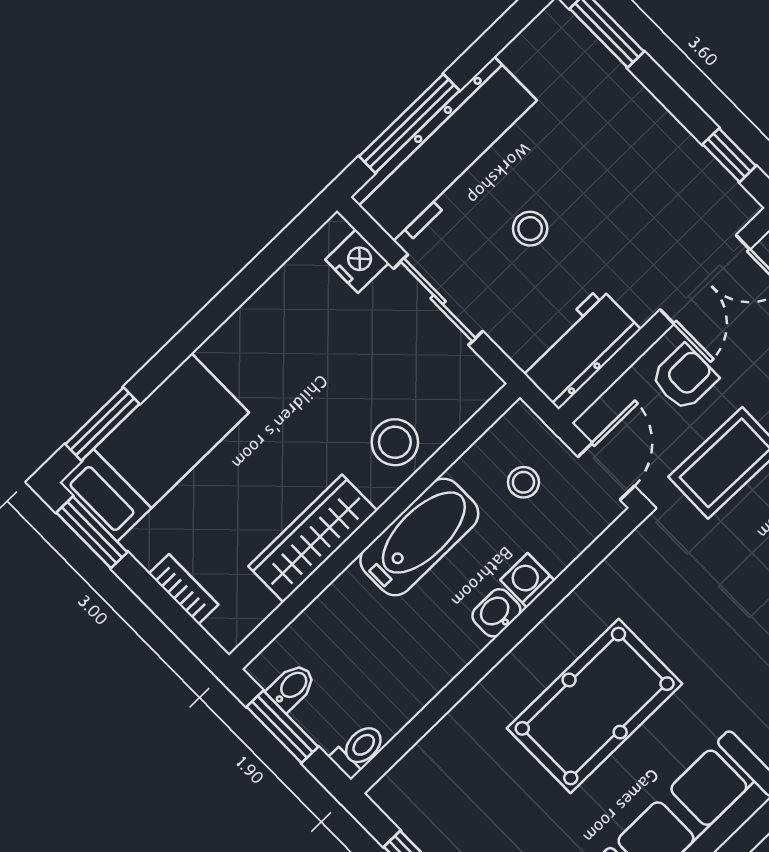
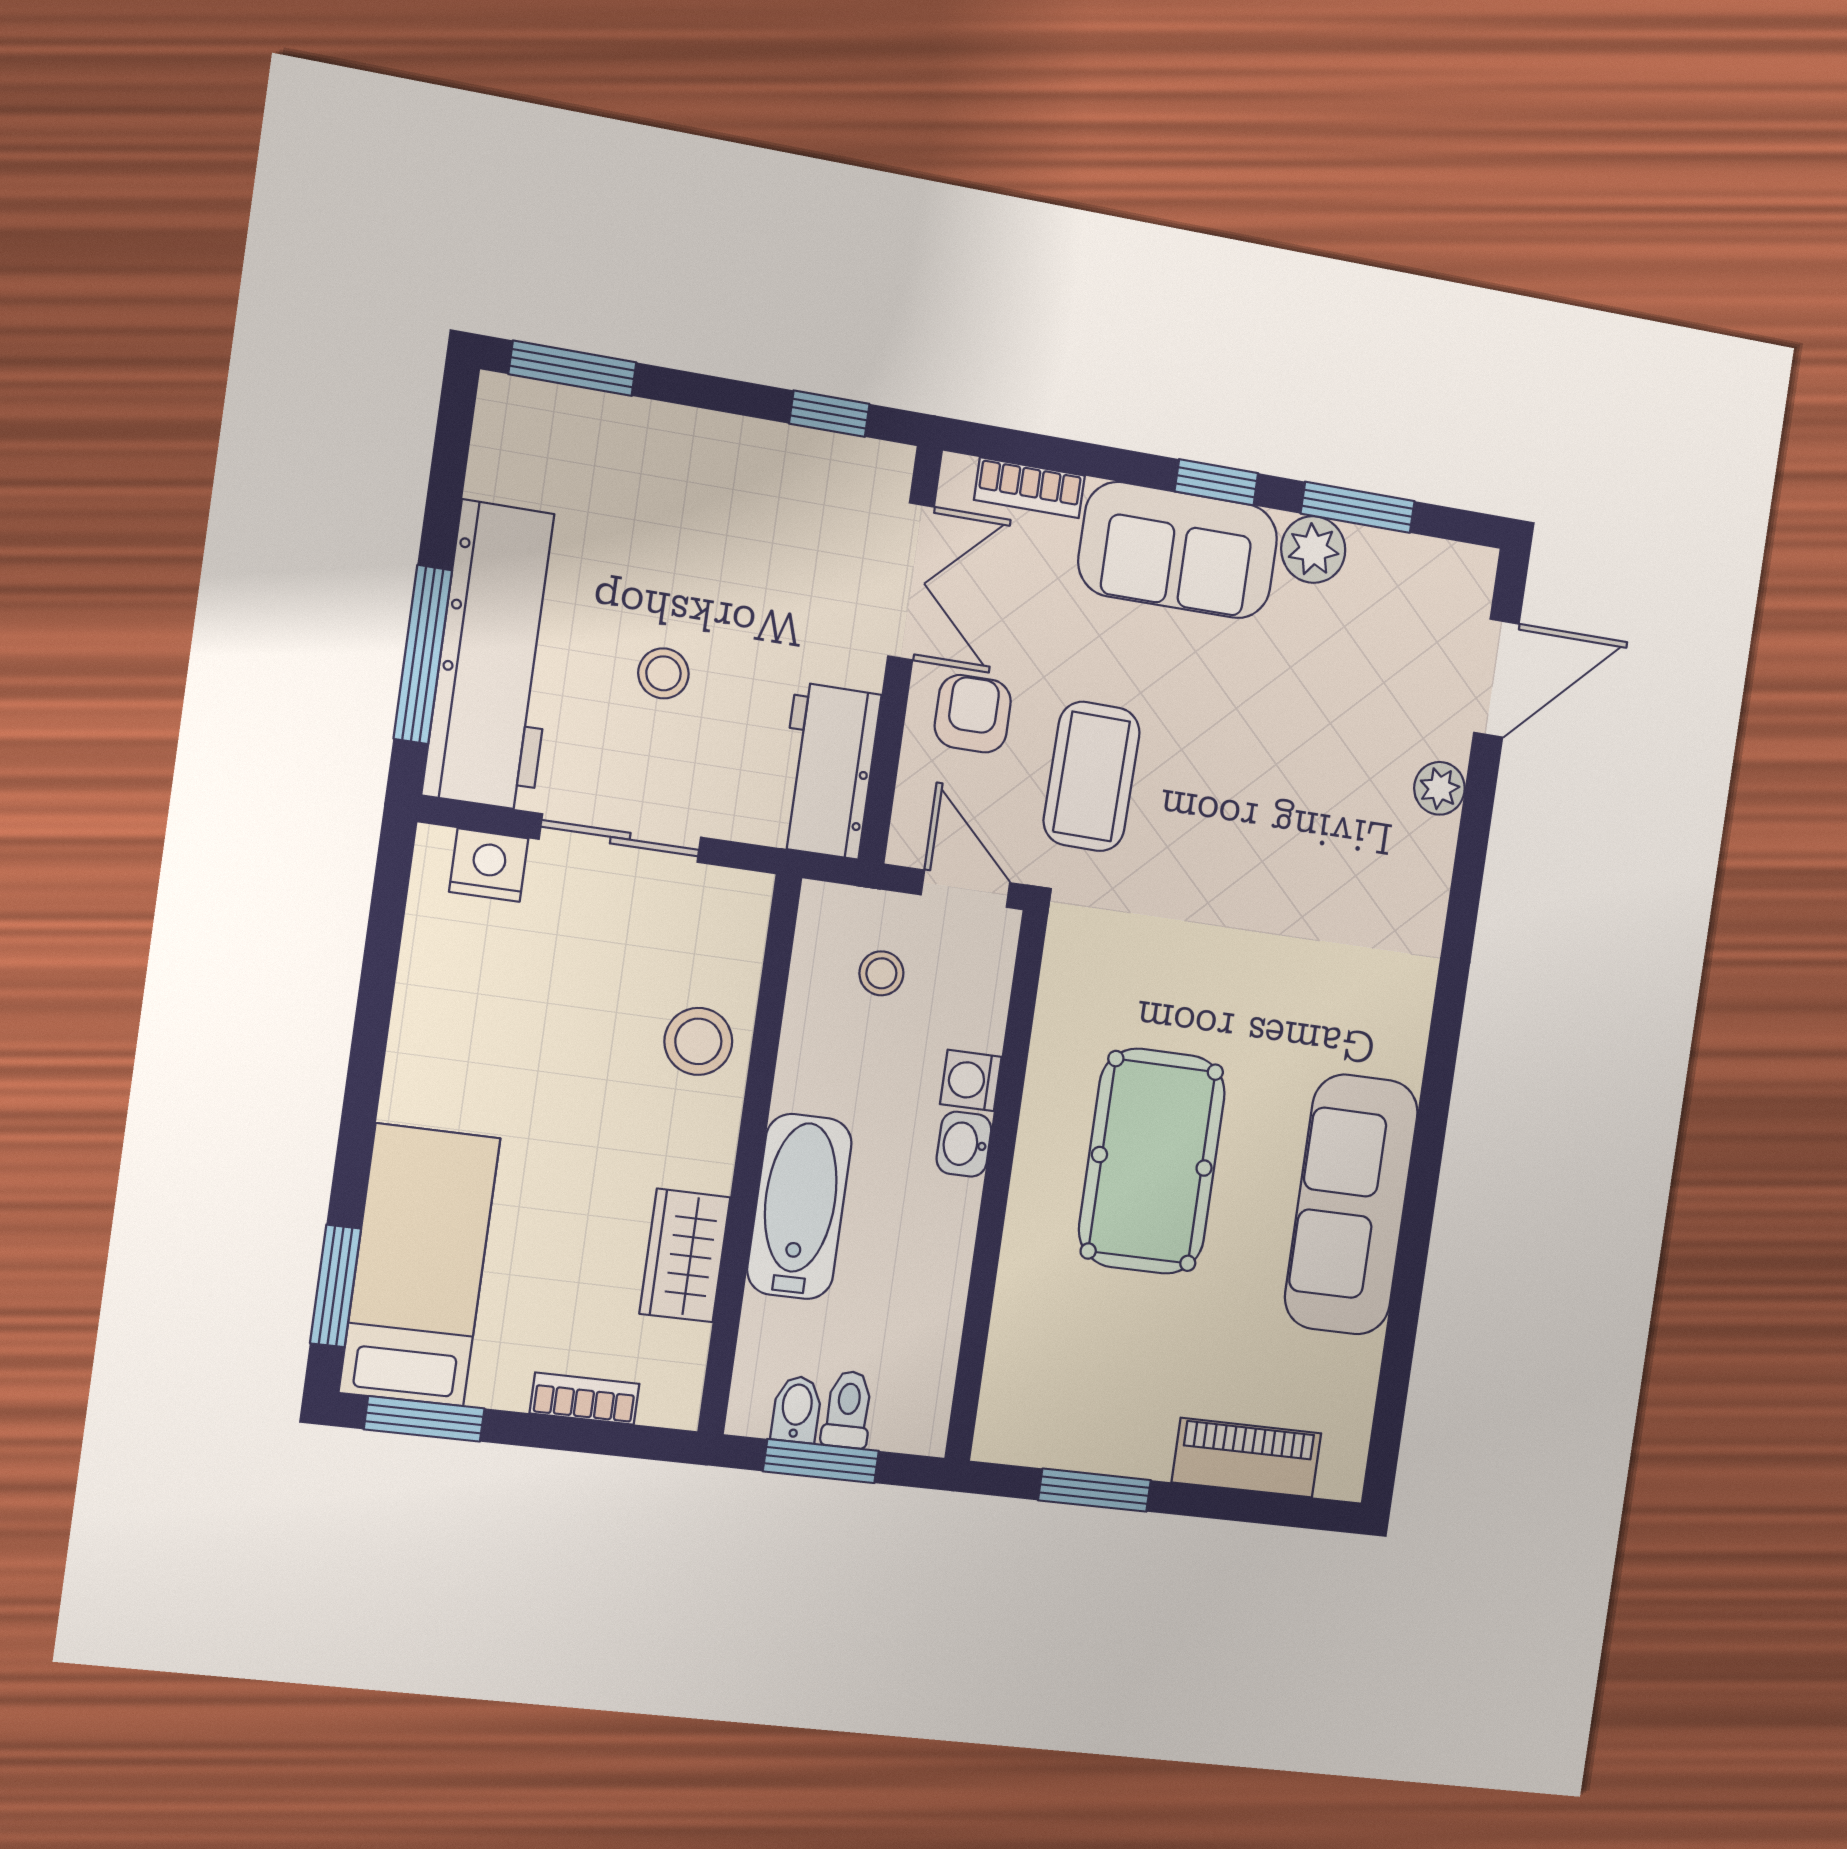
bathtub: (419, 537) -> (799, 1207), moved
wardrobe: (313, 538) -> (685, 1256), width x0.67
toilet: (358, 750) -> (848, 1409), moved

